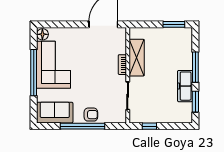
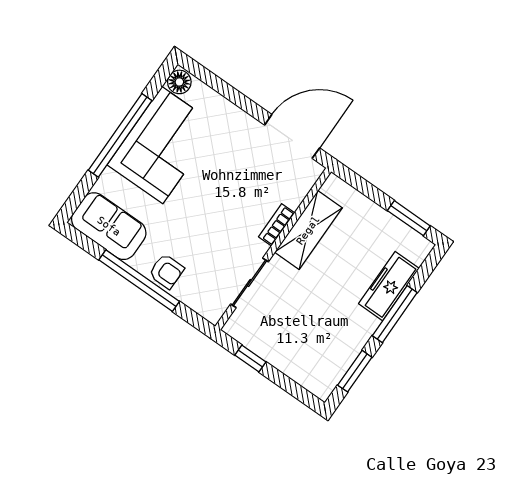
freezer: (185, 86) -> (389, 286), moved

